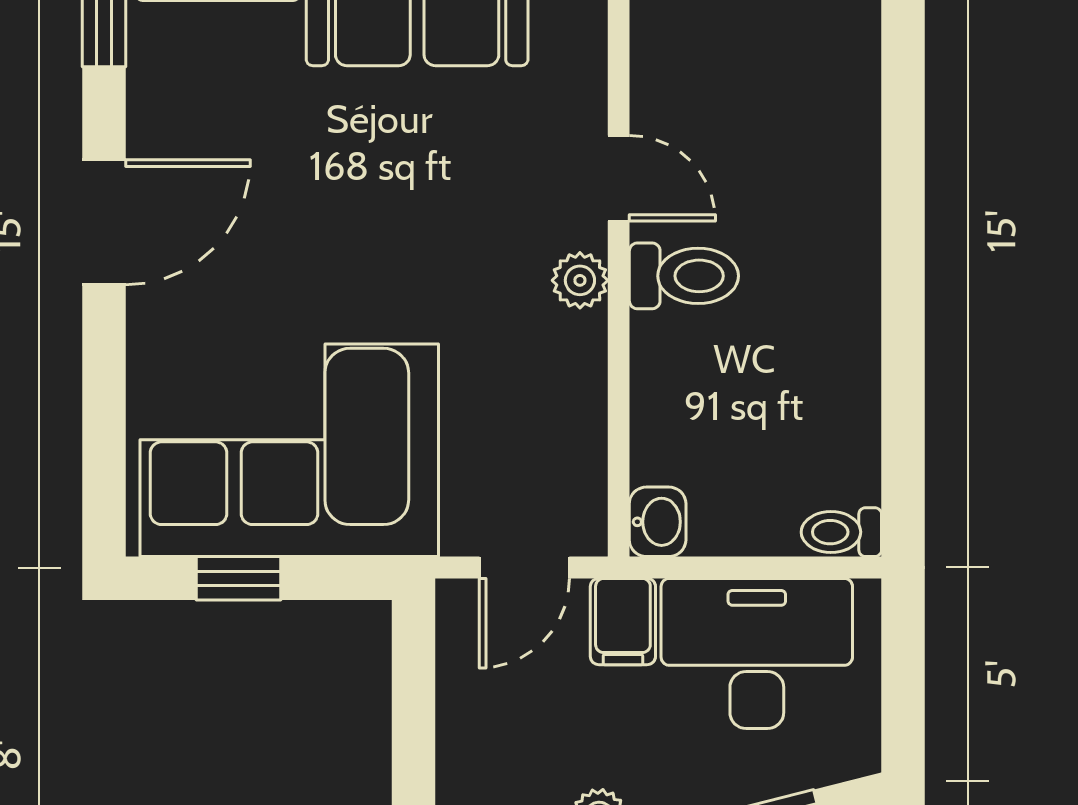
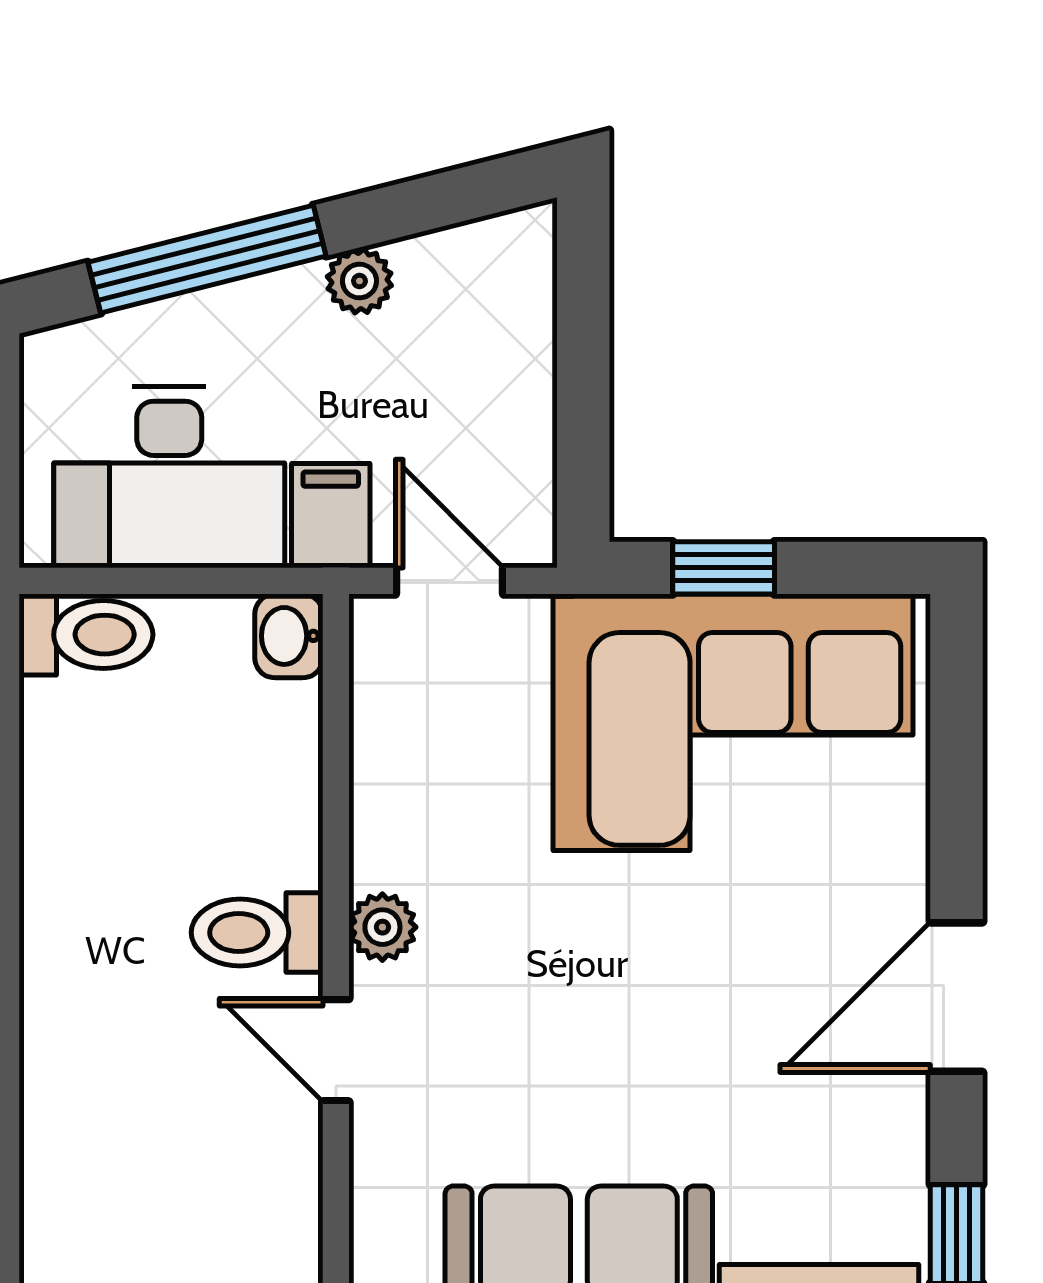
toilet: (841, 532) -> (86, 635), width x1.37, depth x1.39
door: (524, 567) -> (450, 581), hinge flipped
window: (239, 578) -> (724, 568), moved

